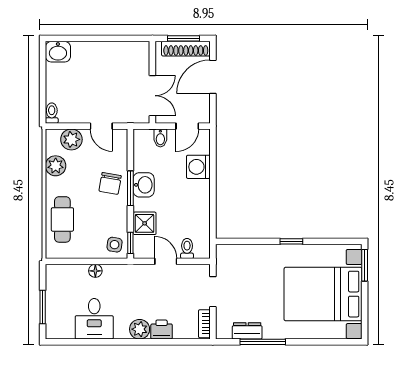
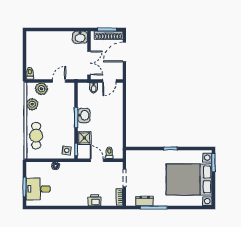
washbasin: (58, 52) -> (80, 37), moved
door: (101, 126) -> (59, 81), swing flipped
washing machine: (198, 167) -> (116, 105), removed
chair: (110, 183) -> (64, 115), removed
desk: (94, 319) -> (38, 189), moved, turned 90
plant: (140, 329) -> (81, 200), removed

